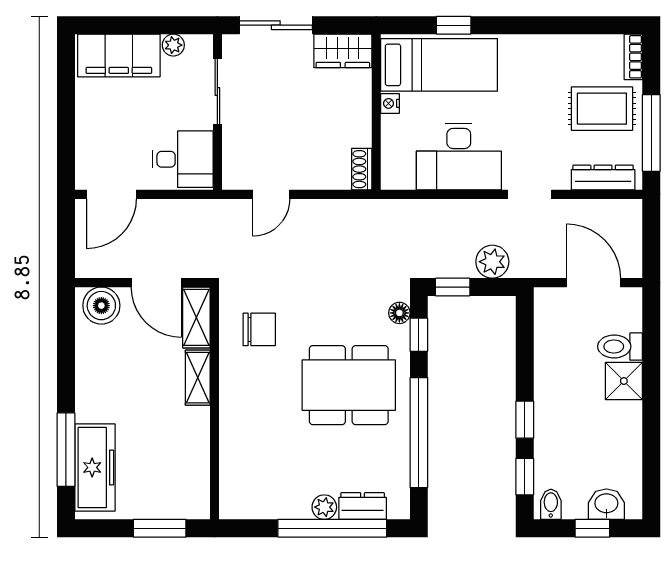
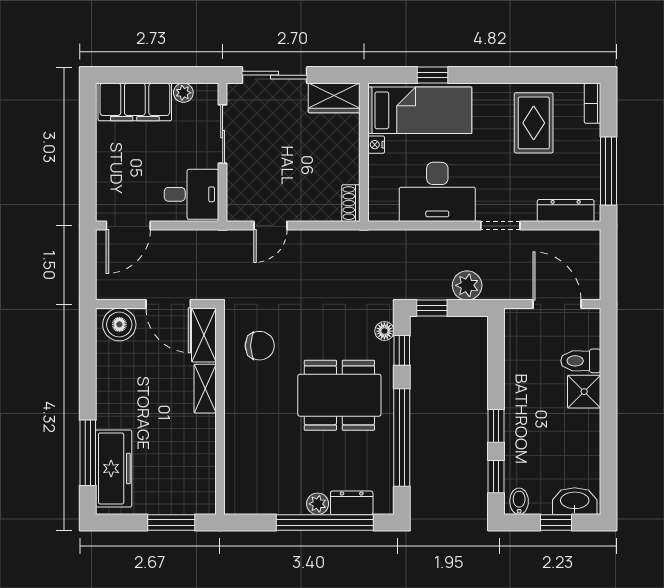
rug: (602, 109) -> (534, 123), moved, turned 90
washbasin: (606, 504) -> (575, 501), width x1.38

